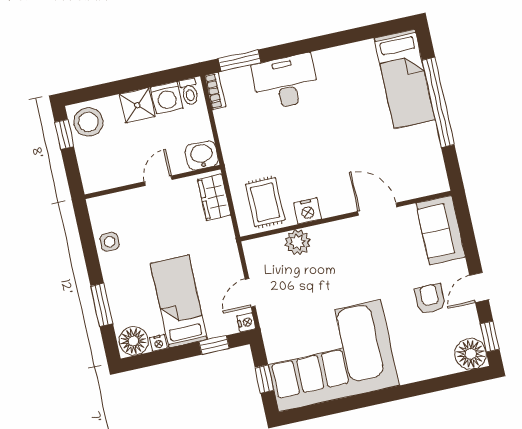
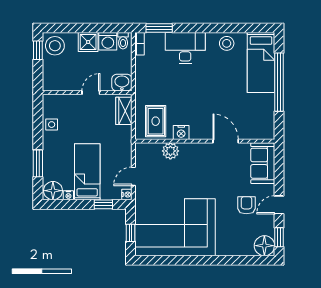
stool: (347, 61) -> (227, 43), added

